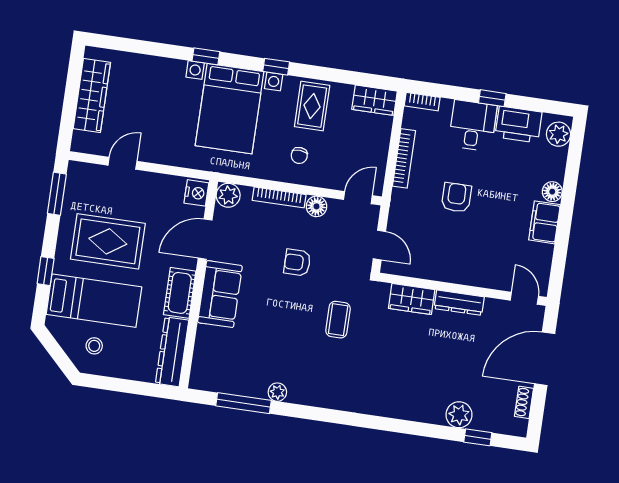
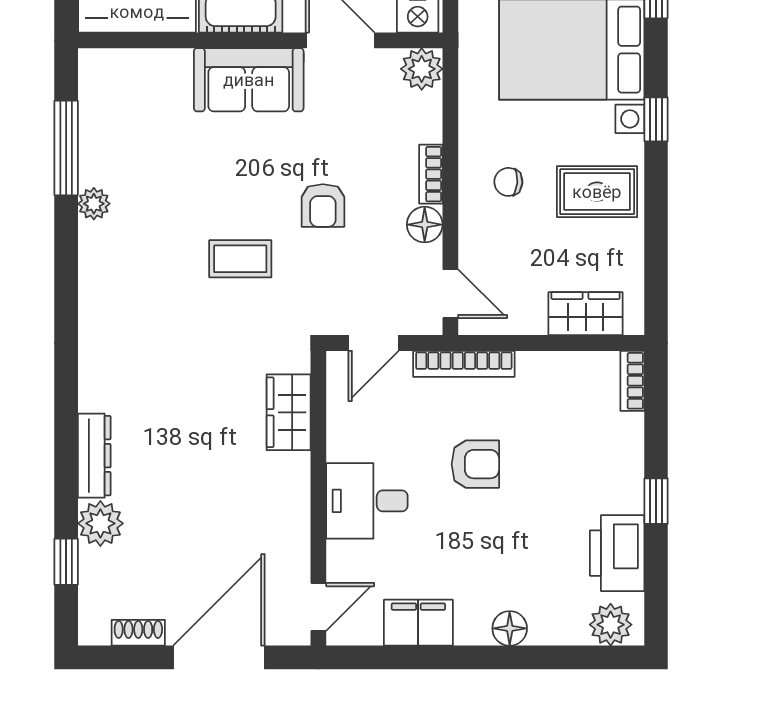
wardrobe: (375, 100) -> (586, 314), moved, turned 90
desk: (473, 126) -> (367, 501), moved, turned 180
bookcase: (404, 158) -> (464, 364), moved
bookcase: (279, 197) -> (431, 174), width x0.64
filing cabinet: (544, 222) -> (418, 623), moved
armchair: (297, 262) -> (323, 205), turned 180
dresser: (459, 303) -> (94, 456), moved, turned 180
coffee table: (338, 320) -> (240, 259), moved
door: (545, 359) -> (219, 657), hinge flipped

